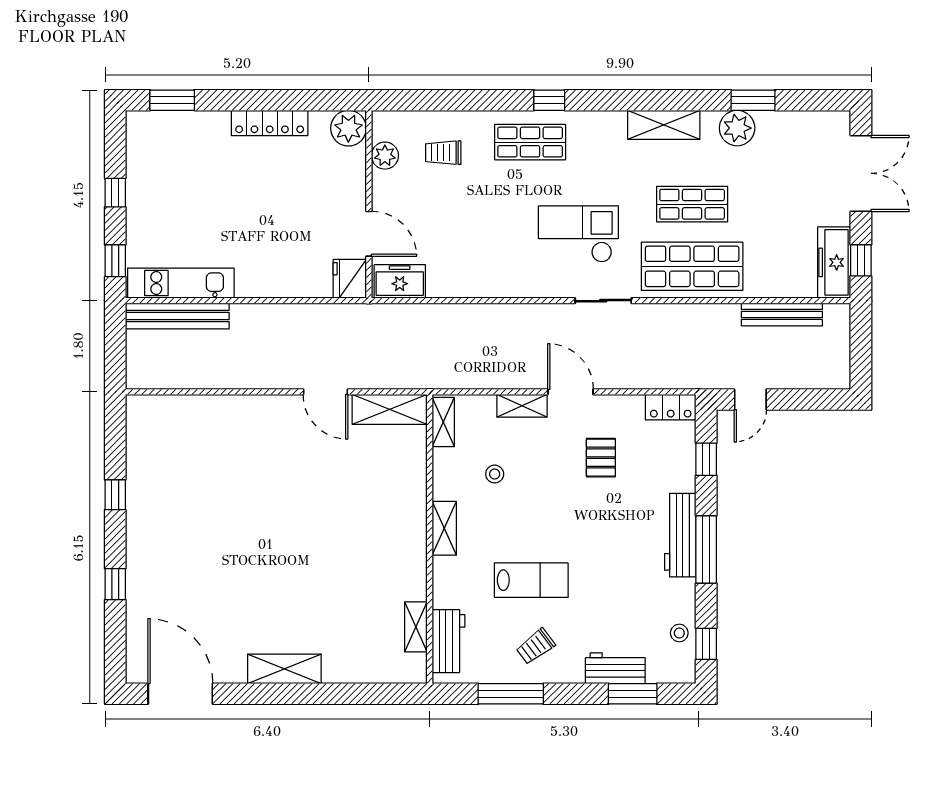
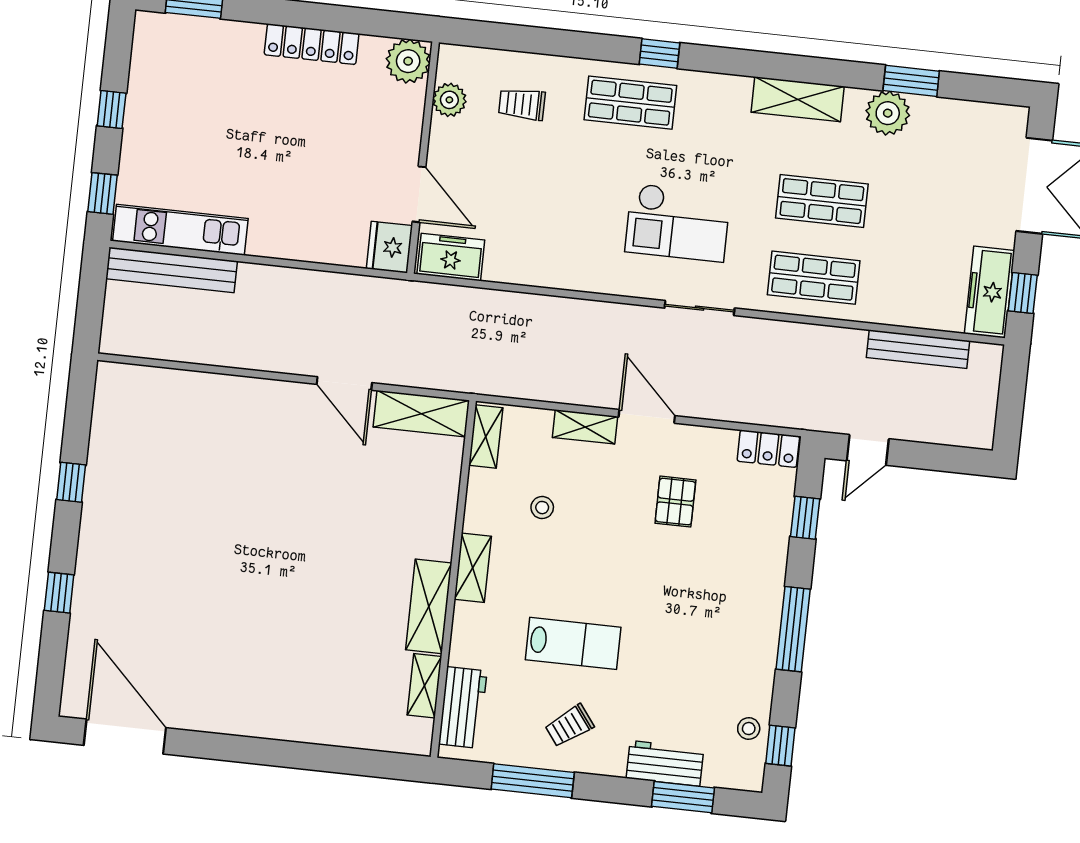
checkout: (578, 234) -> (678, 223), turned 180
shop shelf: (692, 266) -> (814, 278), width x0.70, depth x0.74
workbench: (680, 535) -> (763, 608), removed
shelving: (284, 669) -> (429, 606), moved, turned 90

